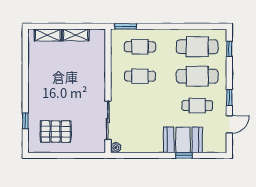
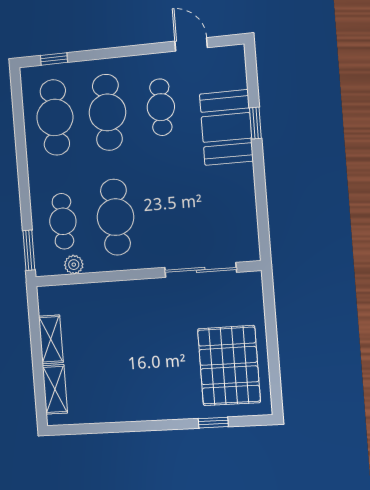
cafe table: (140, 76) -> (115, 217), width x1.37, depth x1.35
window: (229, 97) -> (142, 50), removed
pallet: (56, 132) -> (229, 366), width x1.37, depth x1.41
plant: (116, 148) -> (74, 265), moved

